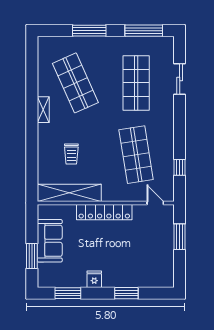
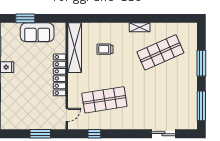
shop shelf: (136, 83) -> (160, 100), removed

